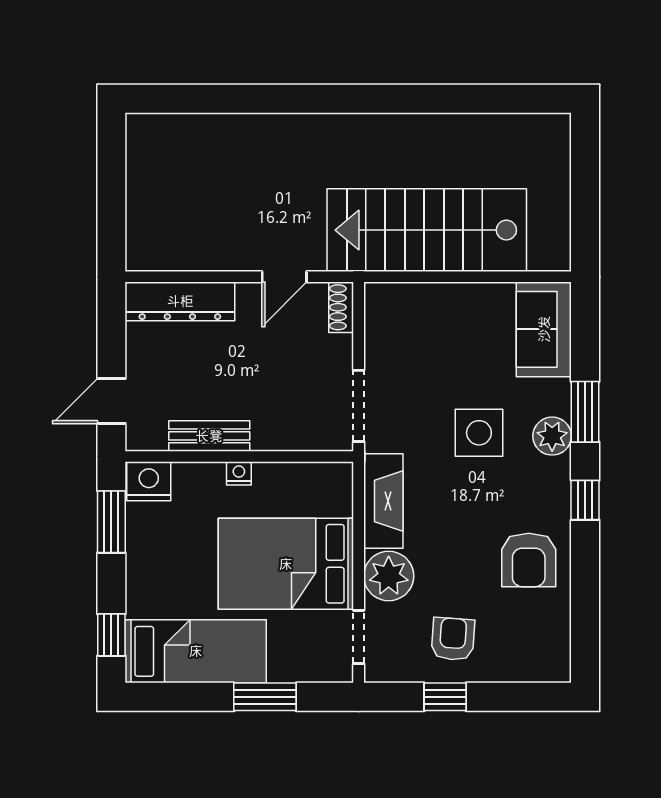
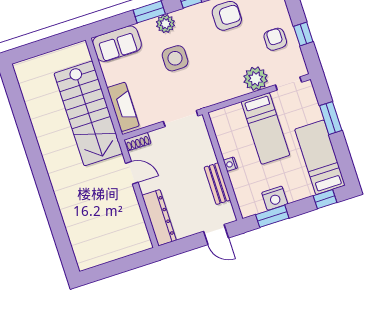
nightstand: (149, 481) -> (275, 198), moved, turned -90
fireplace: (383, 501) -> (123, 107), moved, turned 90
bed: (286, 564) -> (265, 128), width x0.67
armchair: (453, 639) -> (275, 39), turned 86

